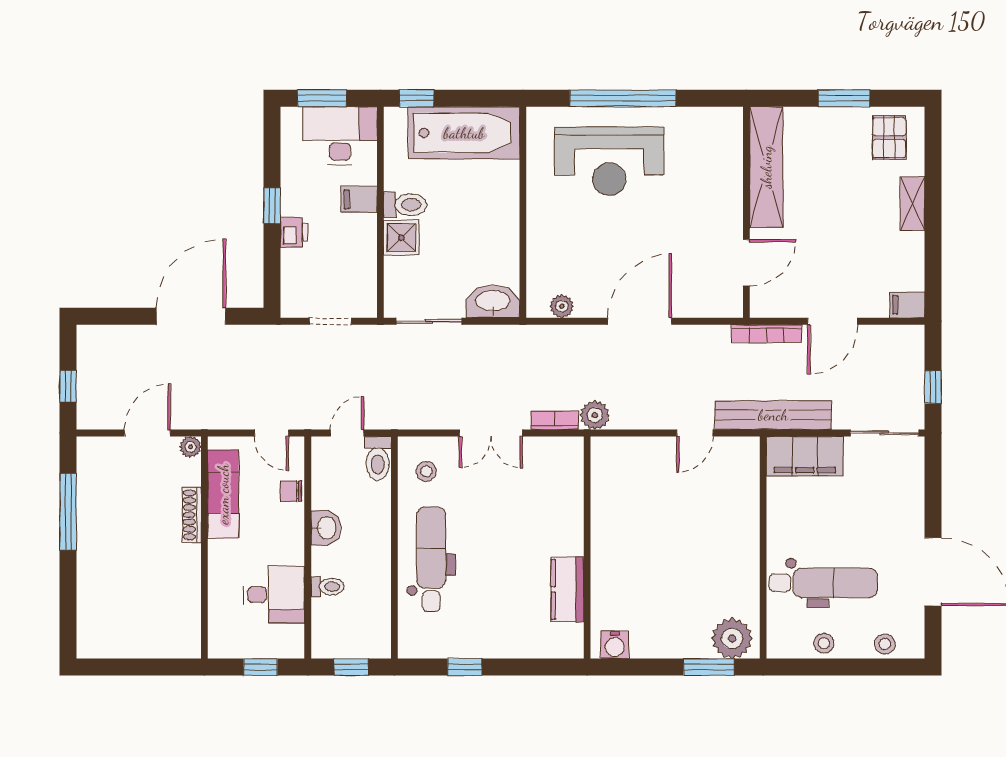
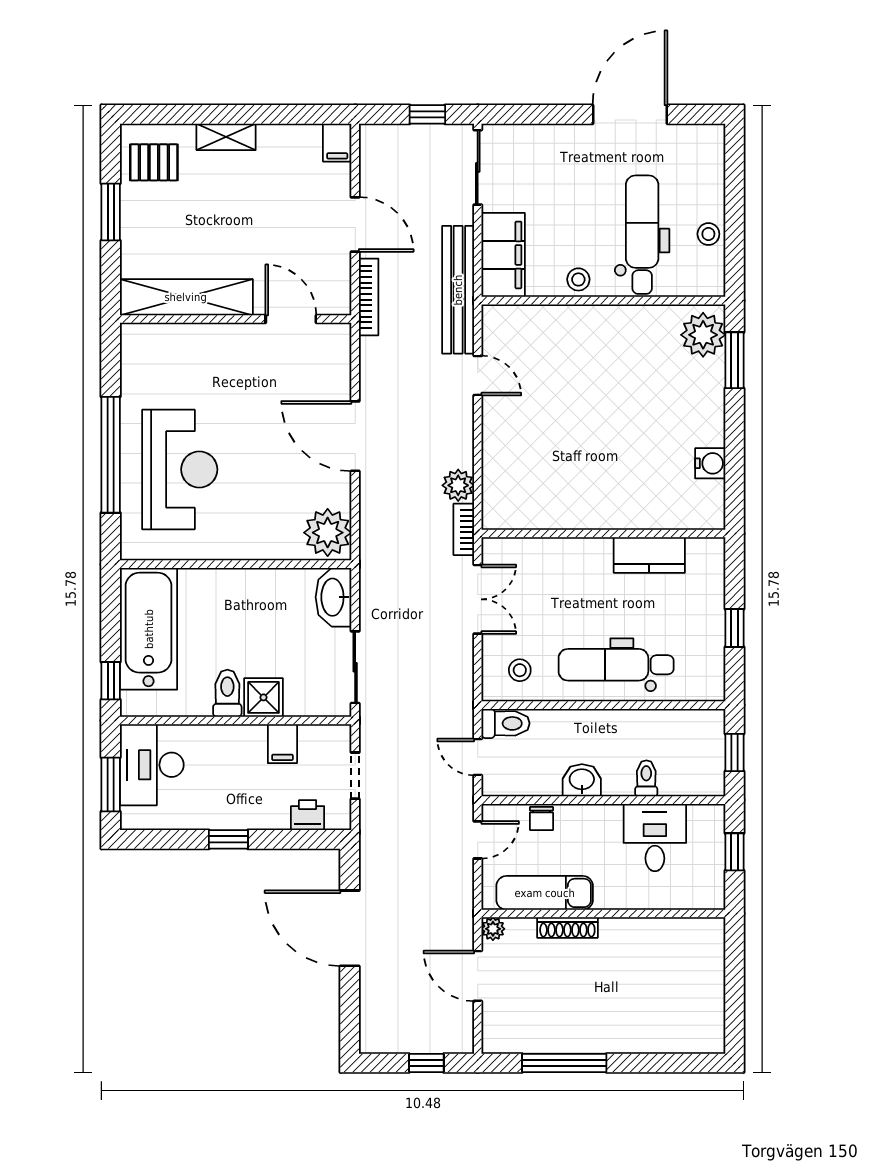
filing cabinet: (359, 199) -> (282, 744), moved
printer: (294, 232) -> (308, 815), moved
plant: (562, 306) -> (328, 533), width x1.88, depth x1.88
wall: (587, 548) -> (603, 534), moved
kitchen counter: (568, 589) -> (649, 555), moved
stool: (885, 644) -> (578, 279), moved

